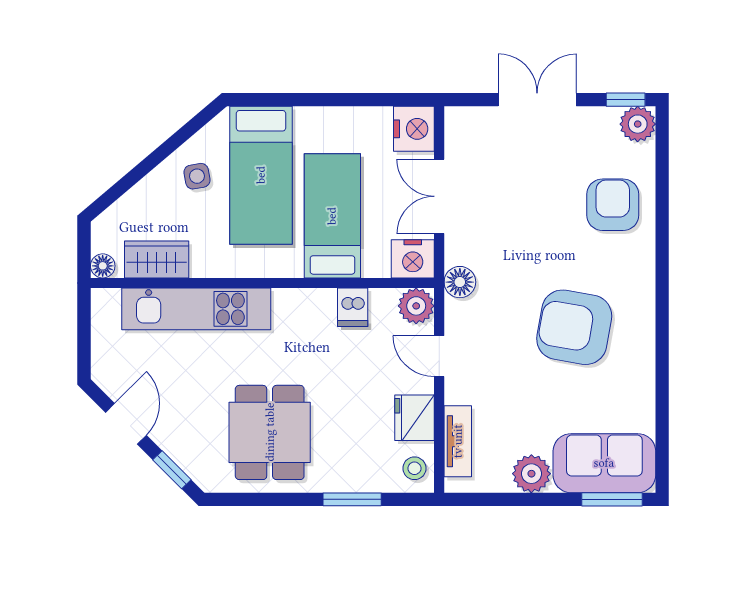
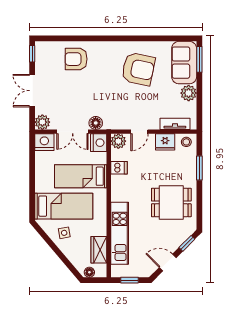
plant: (638, 124) -> (42, 122), moved
floor lamp: (103, 266) -> (89, 272), moved
floor lamp: (460, 282) -> (96, 123), moved
armchair: (574, 327) -> (138, 69), moved, turned -88
window: (84, 332) -> (129, 280), added

